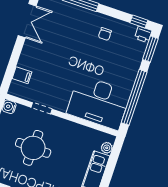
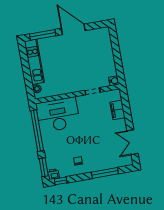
filing cabinet: (22, 75) -> (117, 110), width x2.00
round table: (33, 148) -> (84, 63), removed

